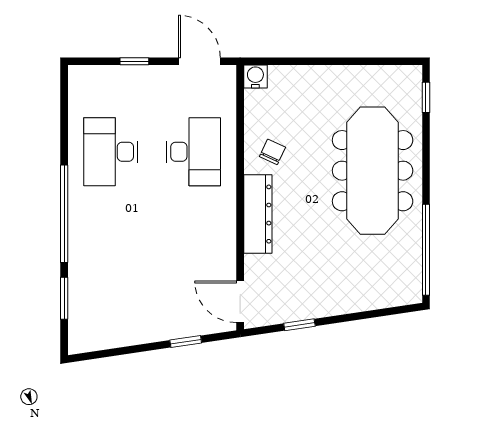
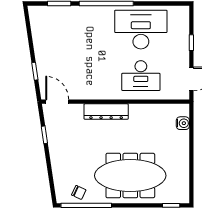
water cooler: (255, 77) -> (183, 123), moved
desk: (111, 152) -> (141, 30), width x1.36, depth x1.30
chair: (272, 152) -> (79, 192), moved
door: (240, 302) -> (57, 102), hinge flipped

